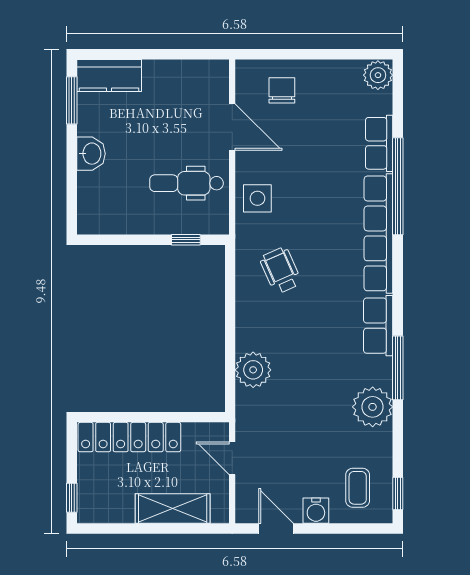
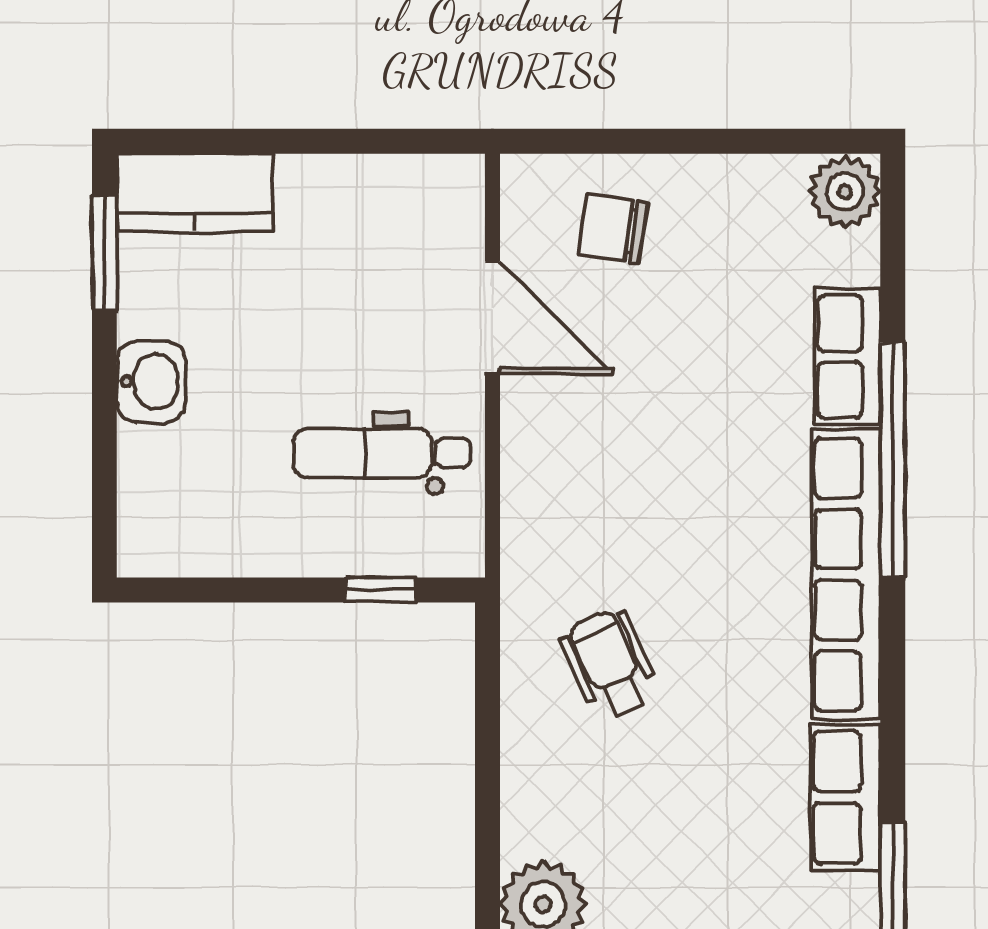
chair: (282, 90) -> (613, 228), turned -82
side table: (257, 198) -> (554, 490), removed

